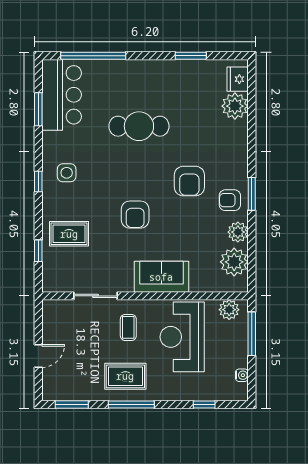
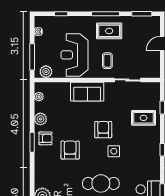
side table: (67, 173) -> (114, 151), moved
plant: (234, 262) -> (39, 97), width x0.53, depth x0.53
reception desk: (182, 337) -> (75, 55), turned 180

